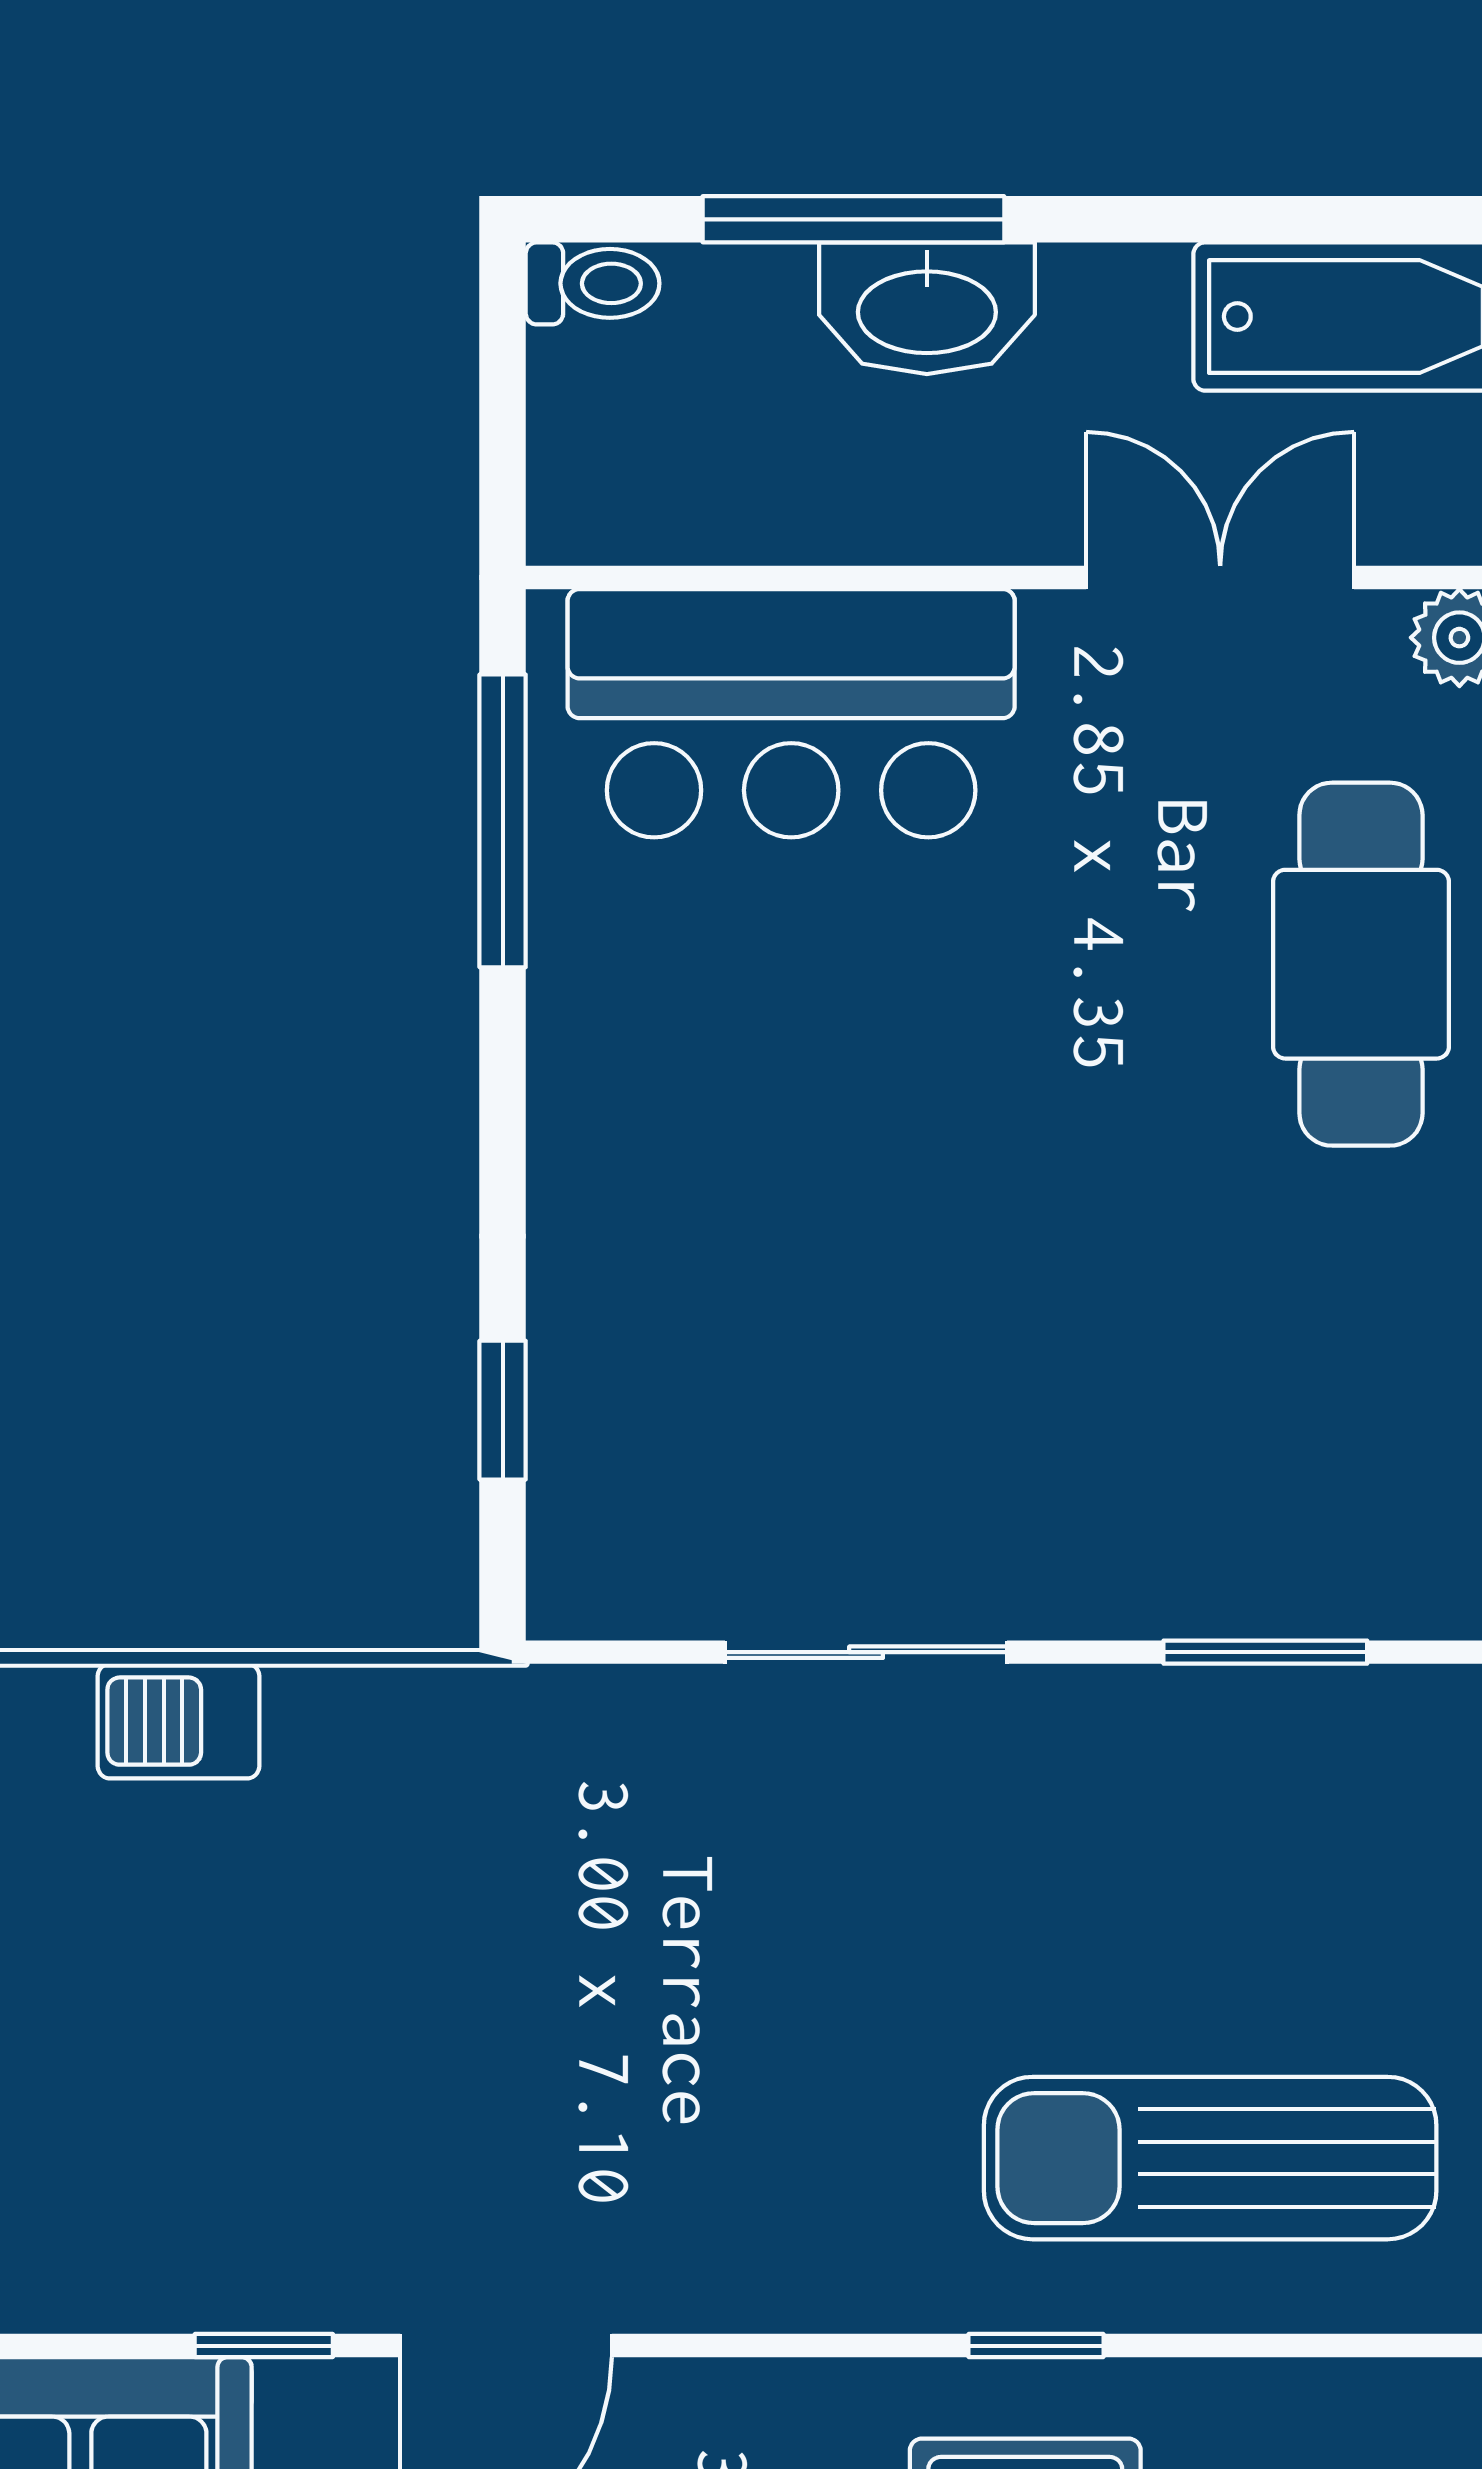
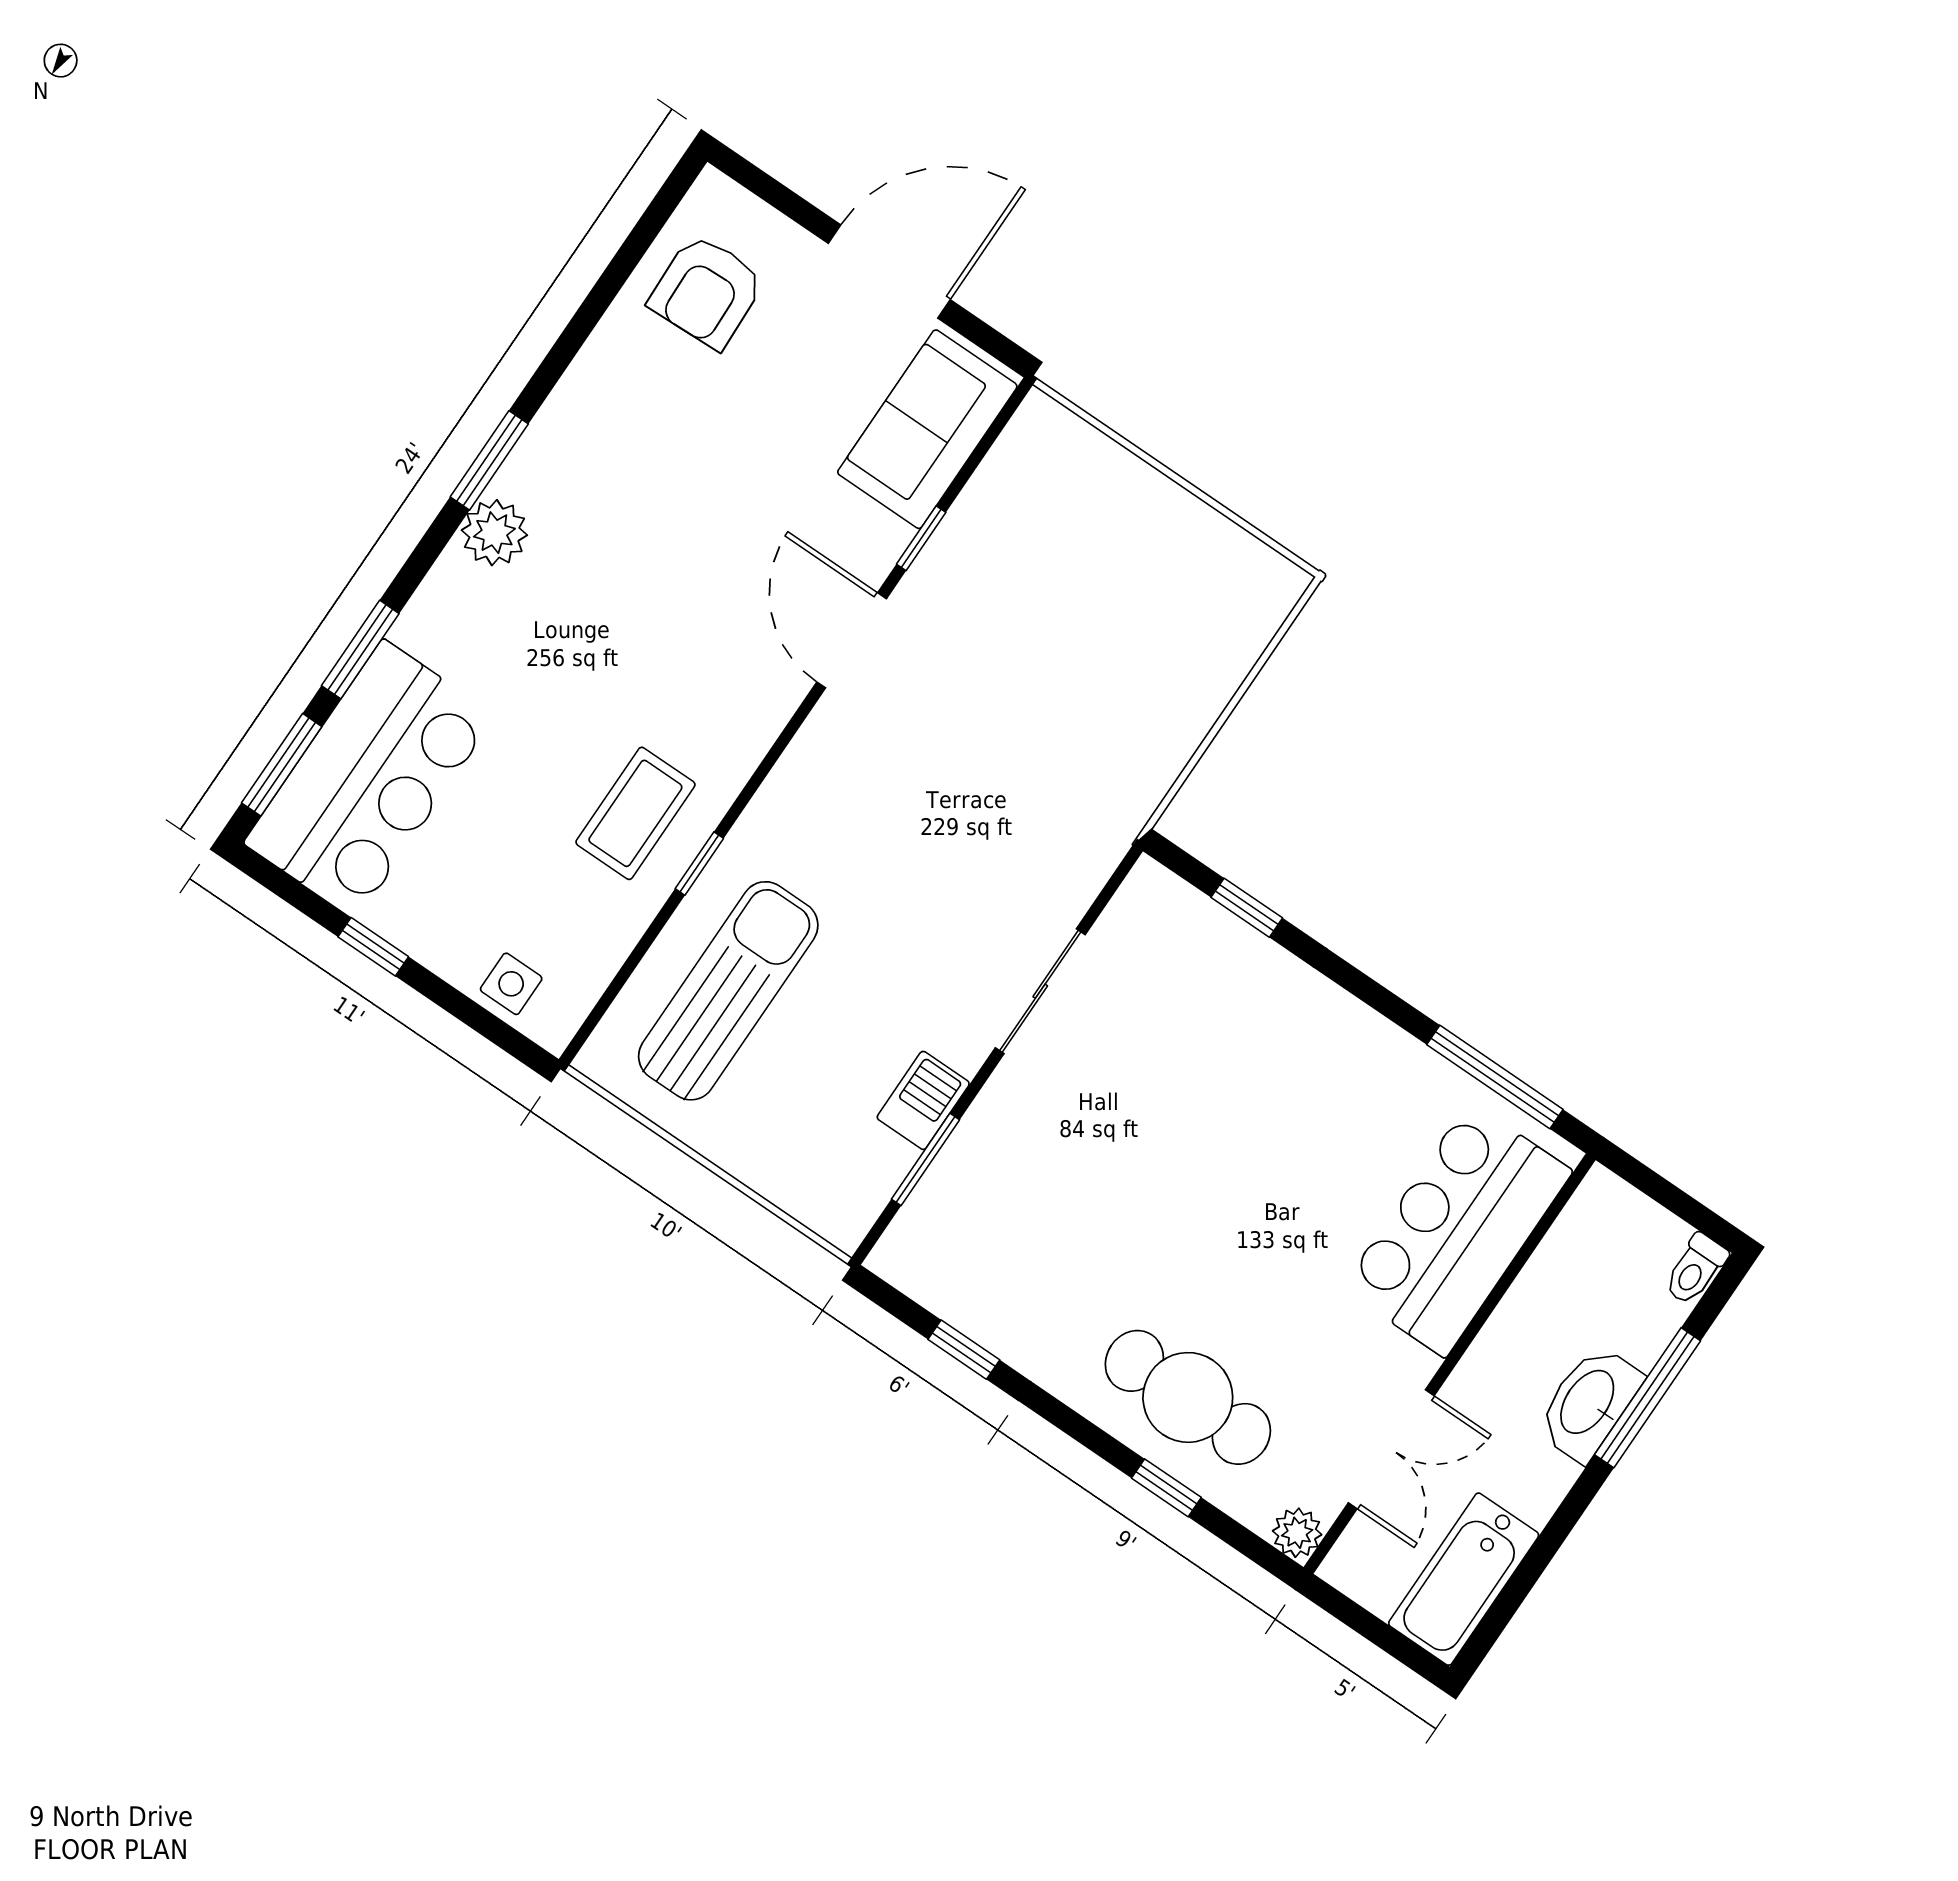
barbecue: (178, 1721) -> (923, 1100), moved

